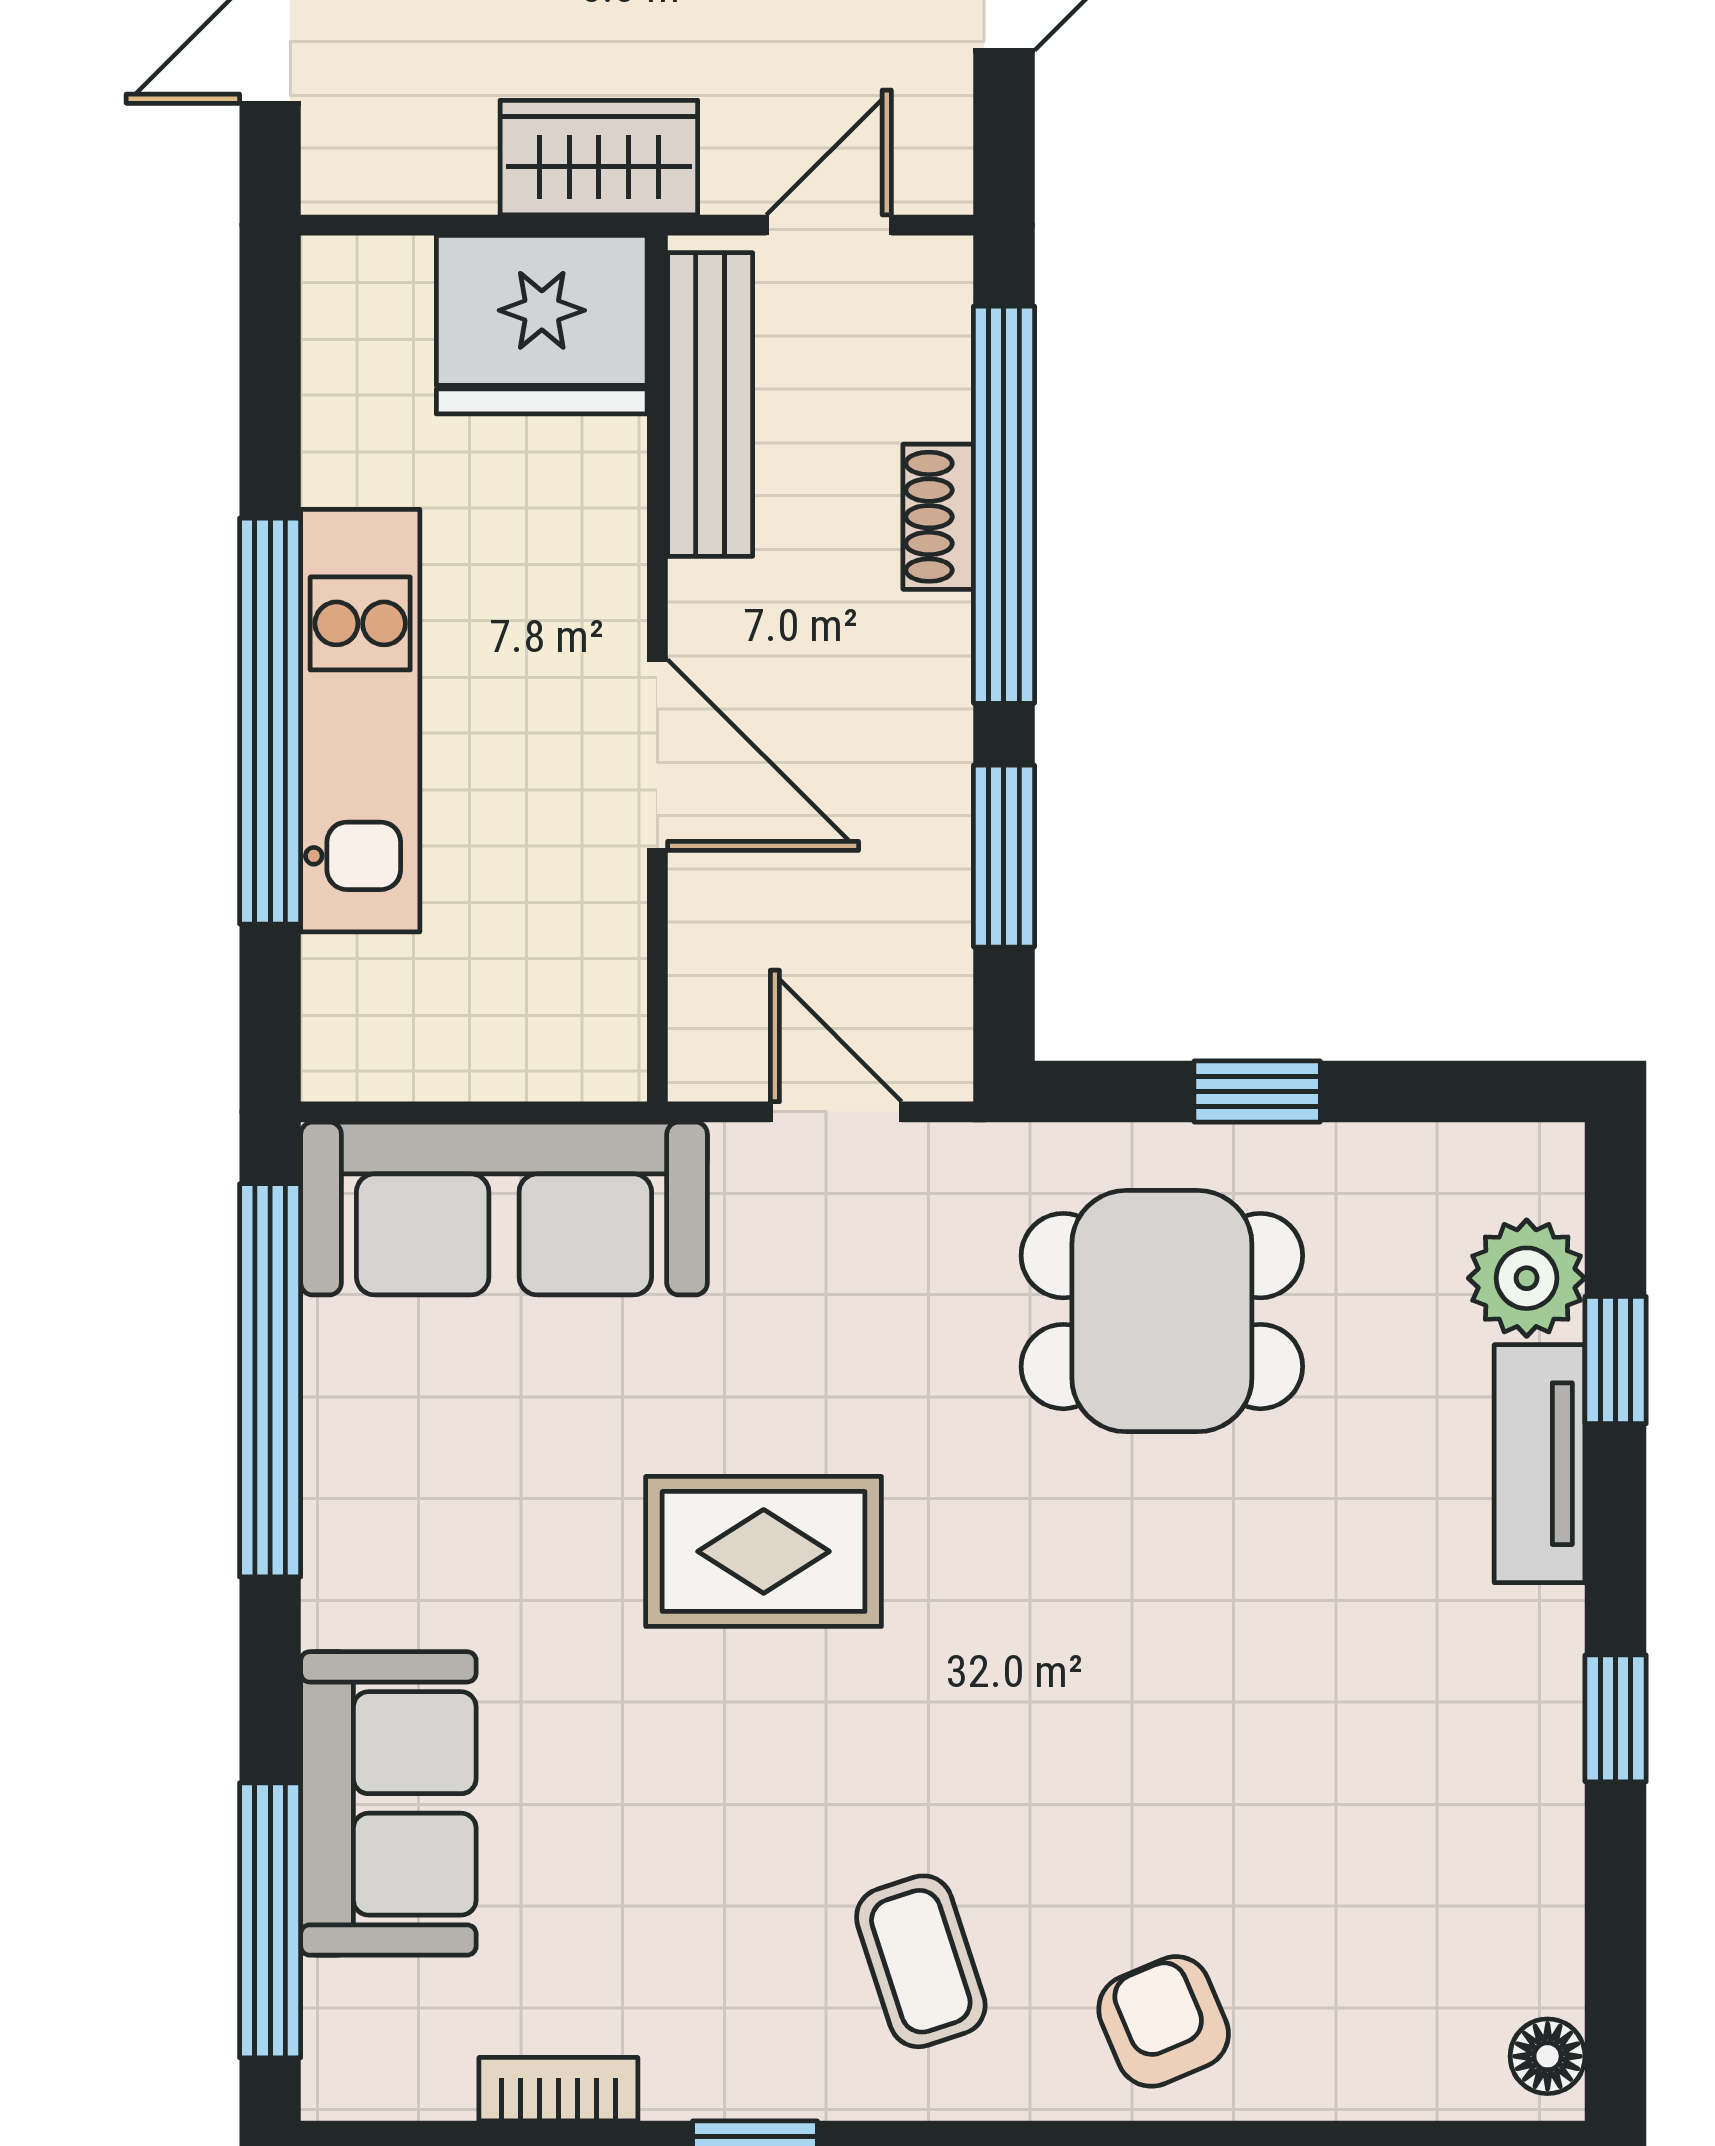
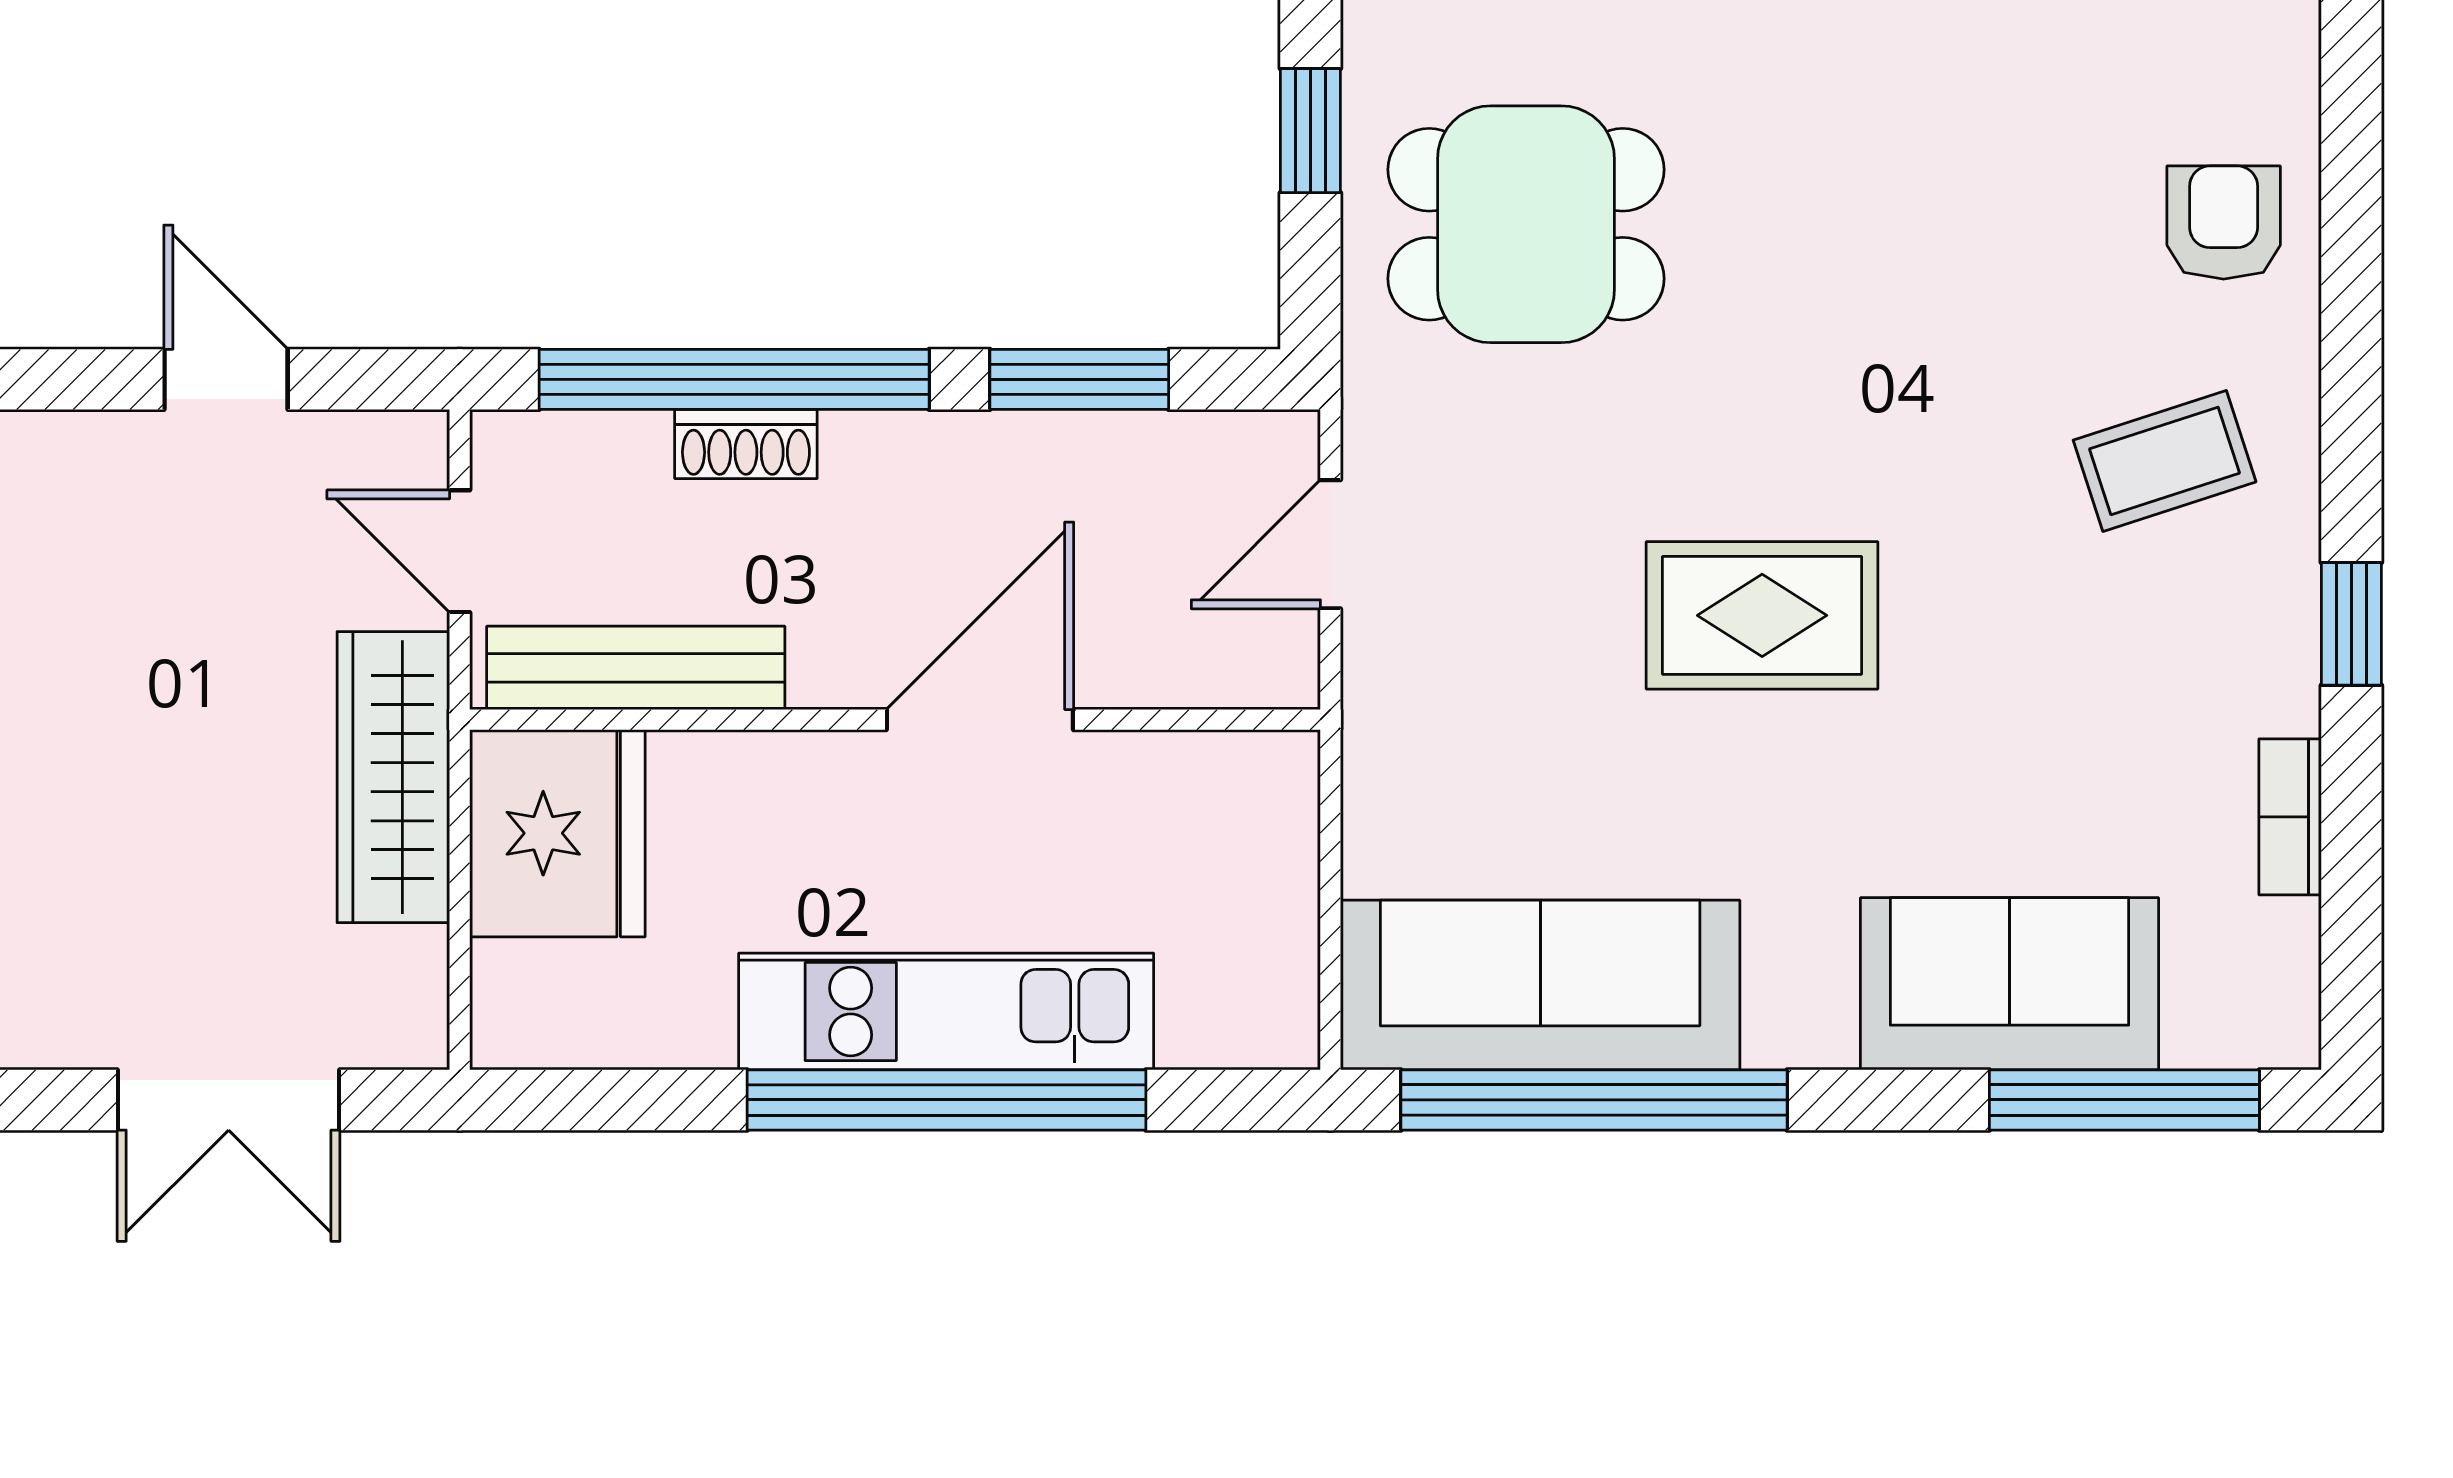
wardrobe: (599, 158) -> (393, 777), width x1.50
sofa: (504, 1209) -> (1540, 985), moved, turned -90
dining table: (1162, 1311) -> (1526, 224), turned 90
rug: (764, 1551) -> (1762, 615), turned 90
armchair: (1164, 2021) -> (2224, 223), turned 113

